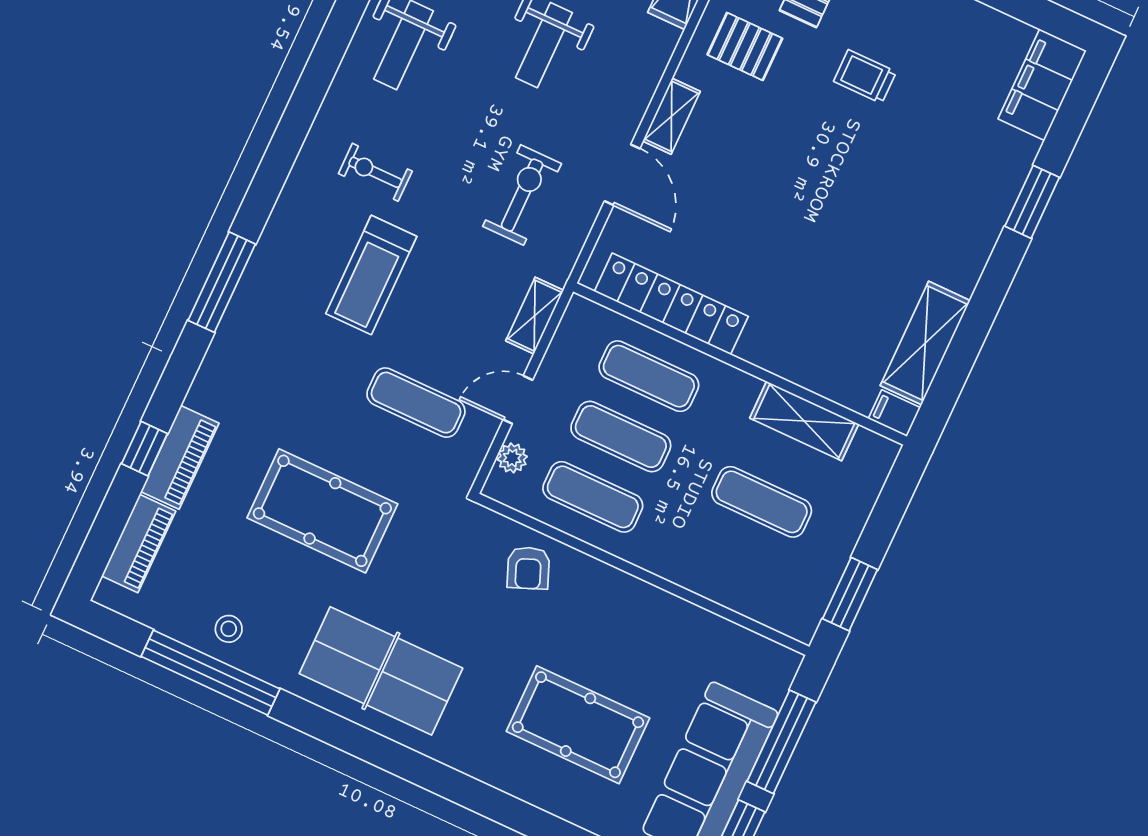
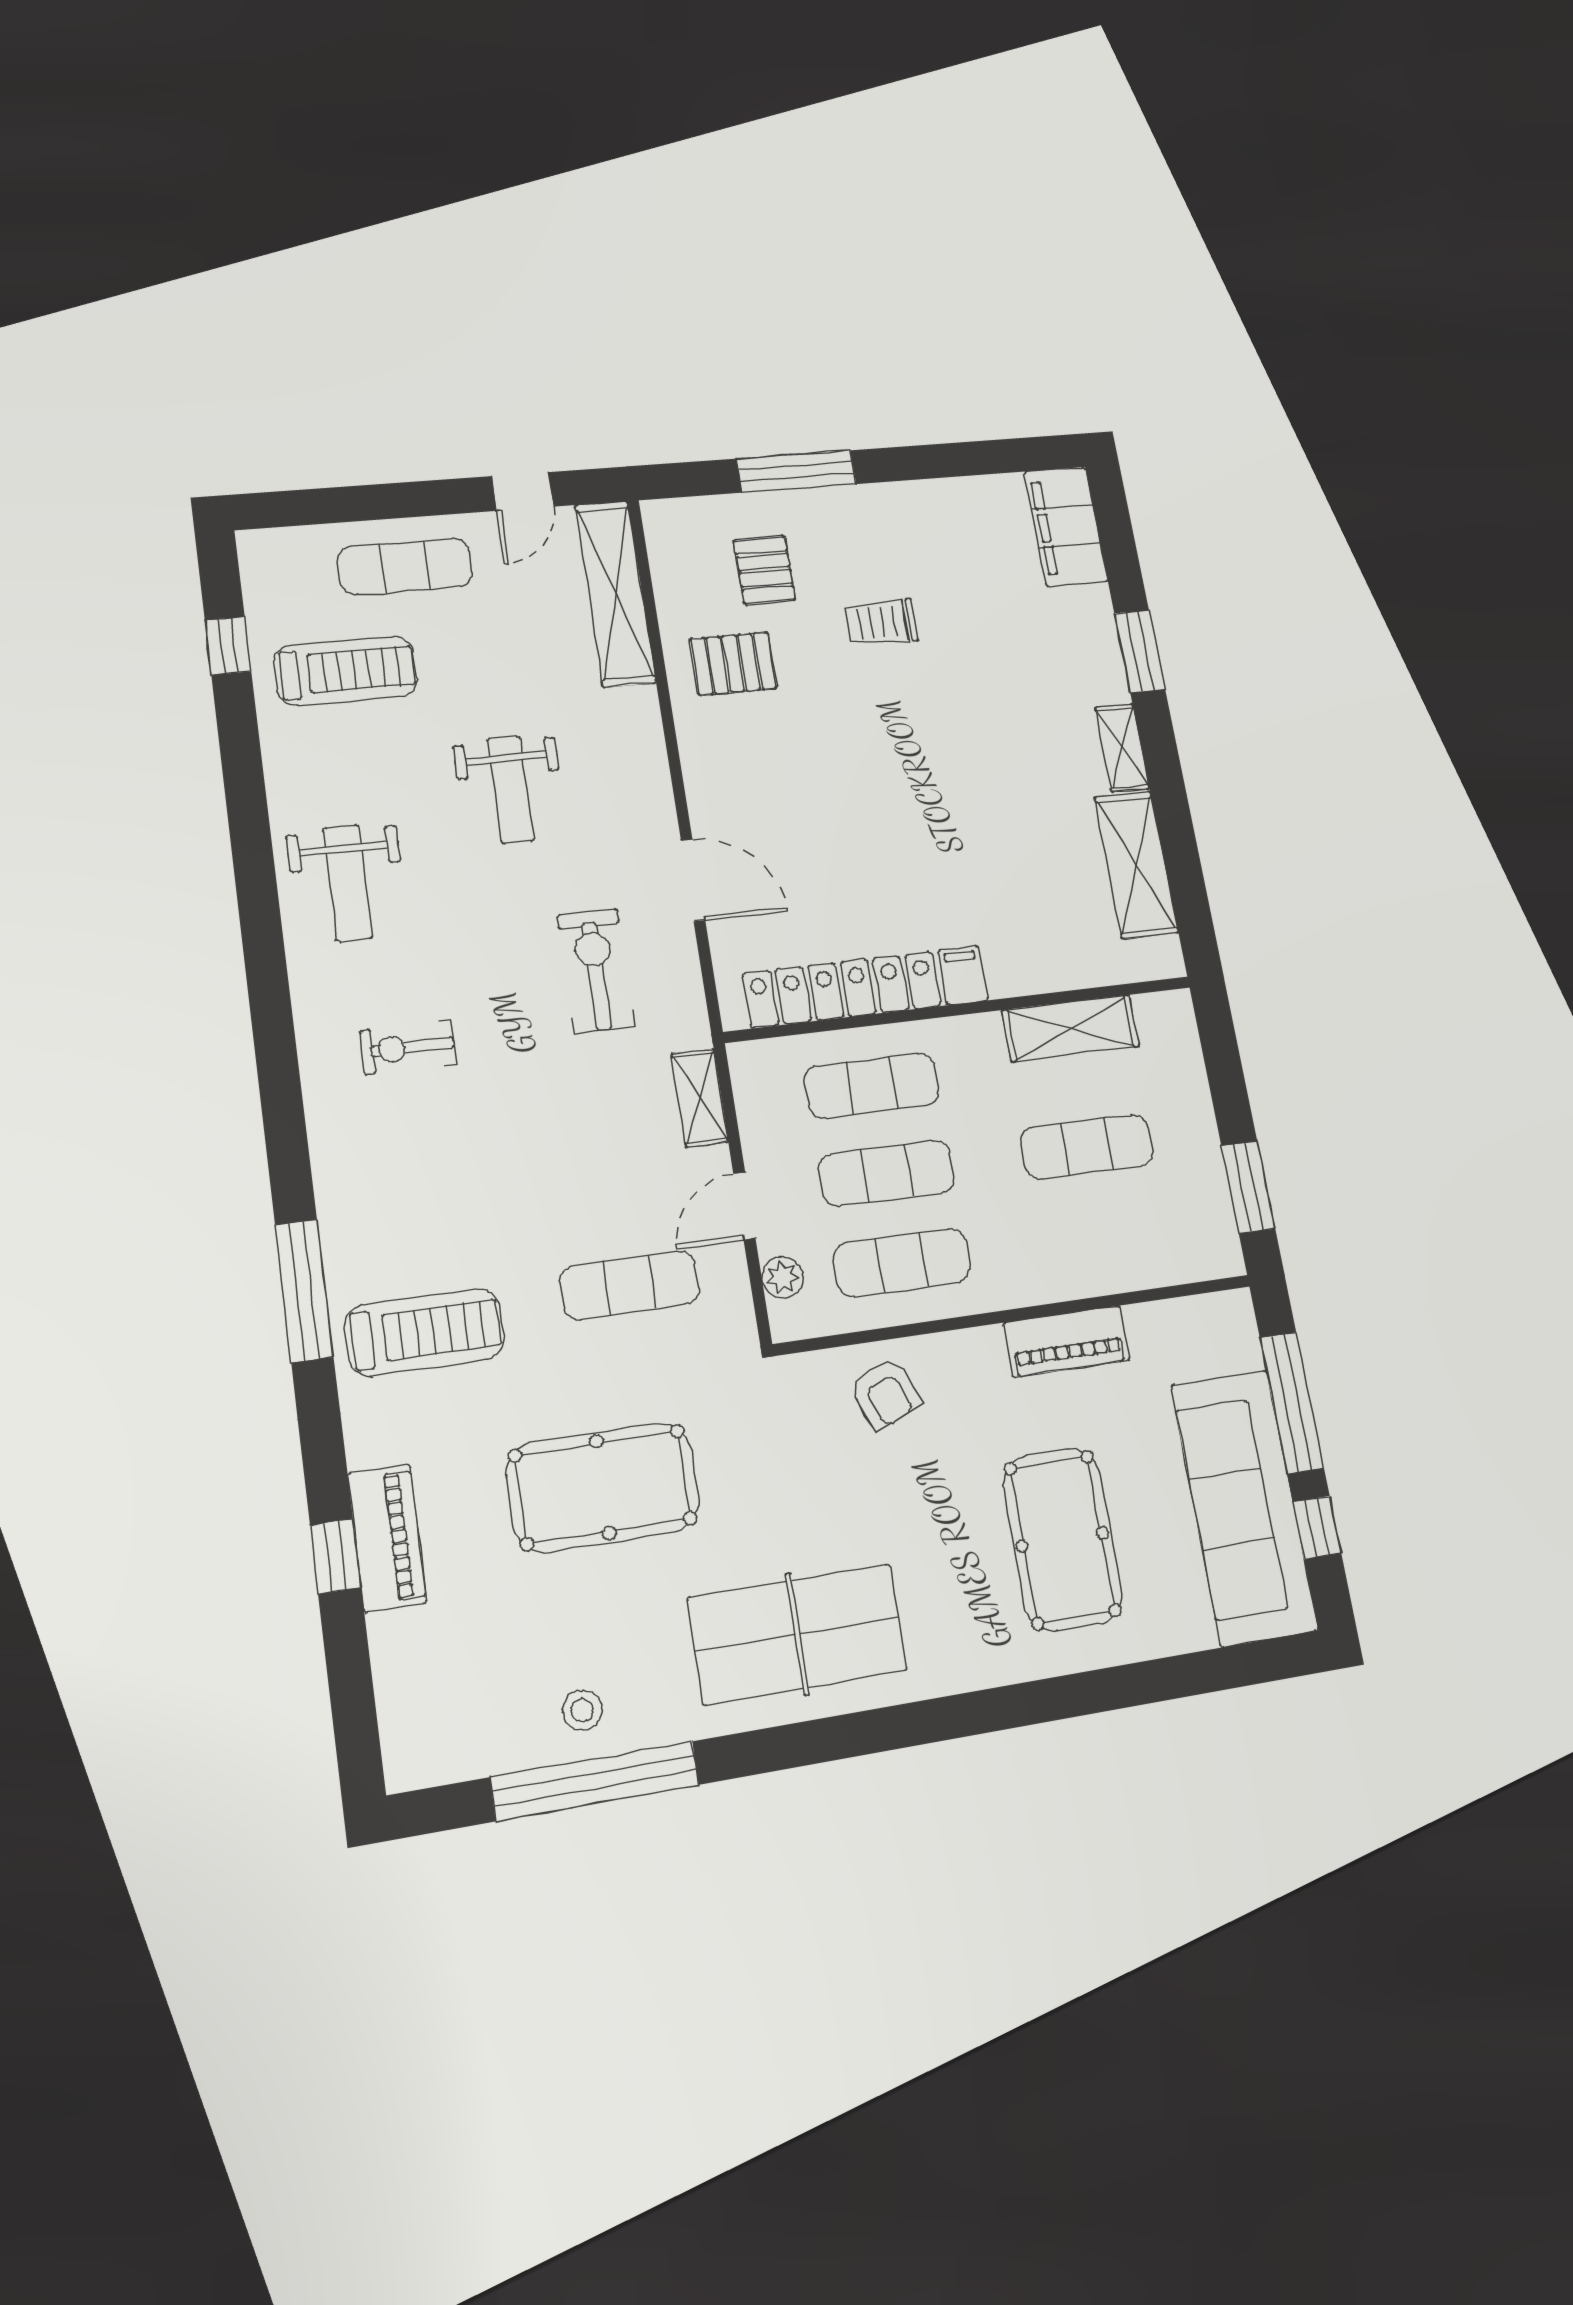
shelving: (671, 116) -> (1122, 748), moved
treadmill: (371, 275) -> (425, 1332), moved, turned -90
filing cabinet: (894, 413) -> (963, 975), moved, turned 90
piano: (139, 544) -> (1067, 1341), moved, turned 90
pool table: (578, 725) -> (1063, 1539), turned 90

